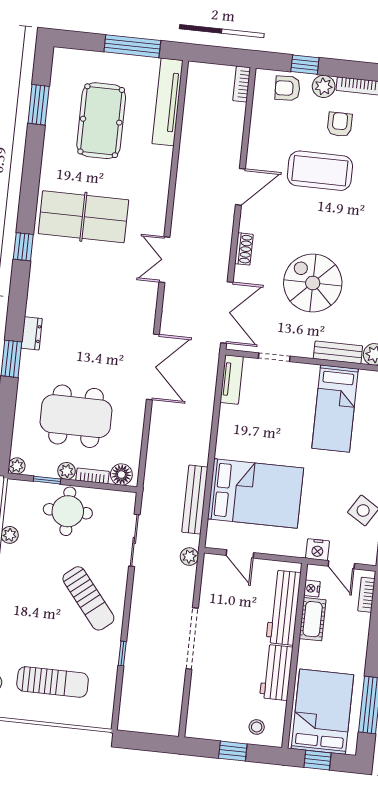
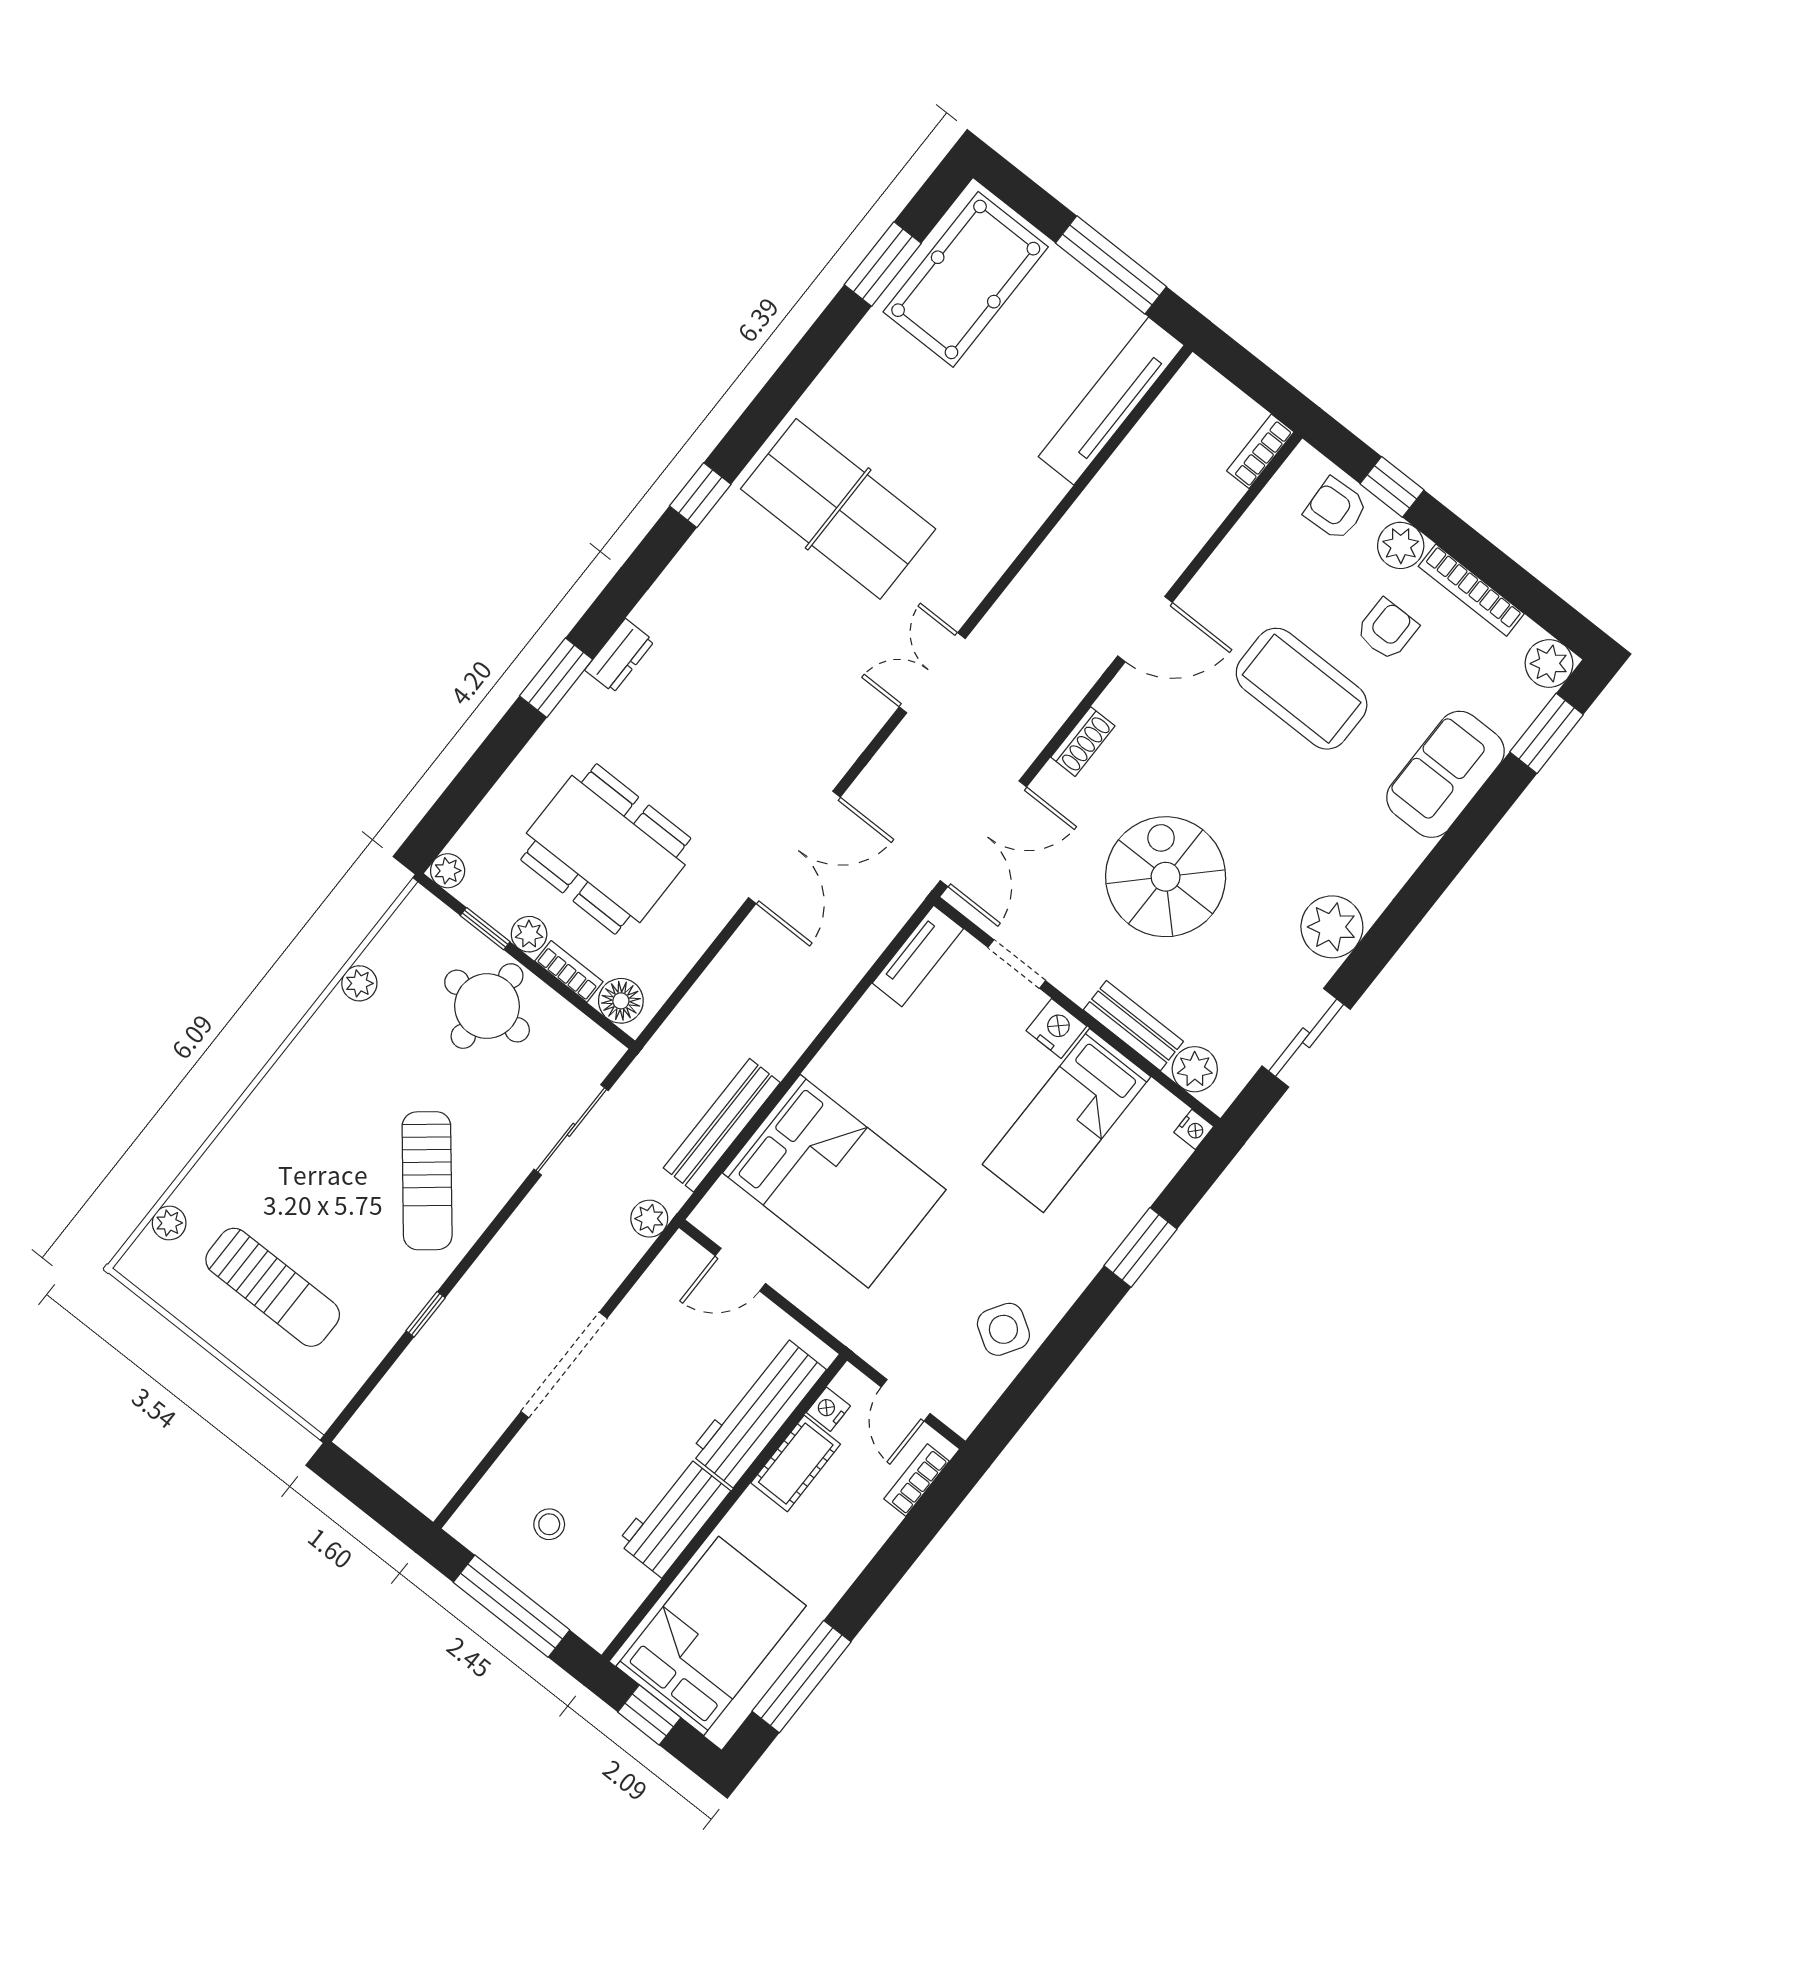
pool table: (101, 121) -> (966, 279), moved
nightstand: (318, 550) -> (1056, 1028), moved, turned 180
door: (240, 554) -> (740, 1270), hinge flipped
stool: (257, 727) -> (549, 1524), moved
window: (233, 751) -> (511, 1606), width x2.17

